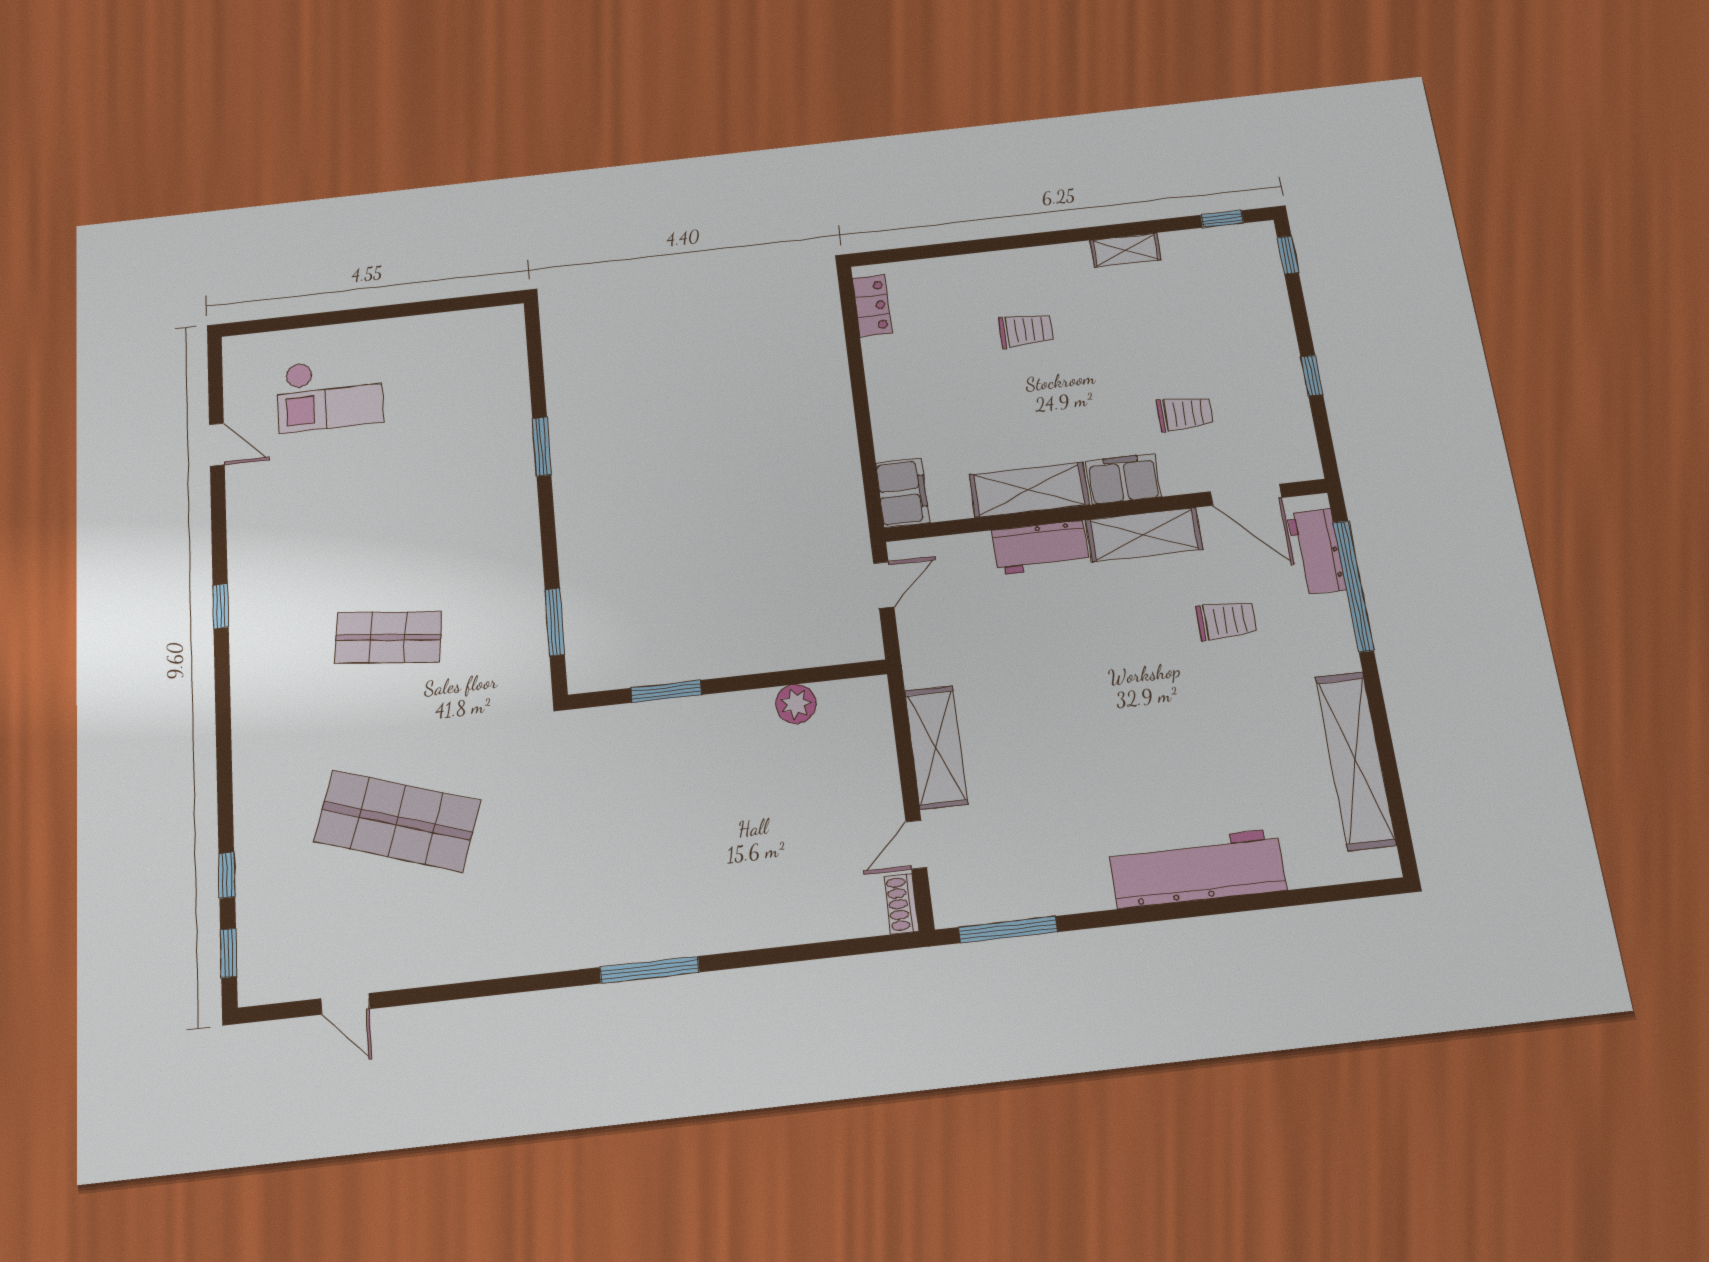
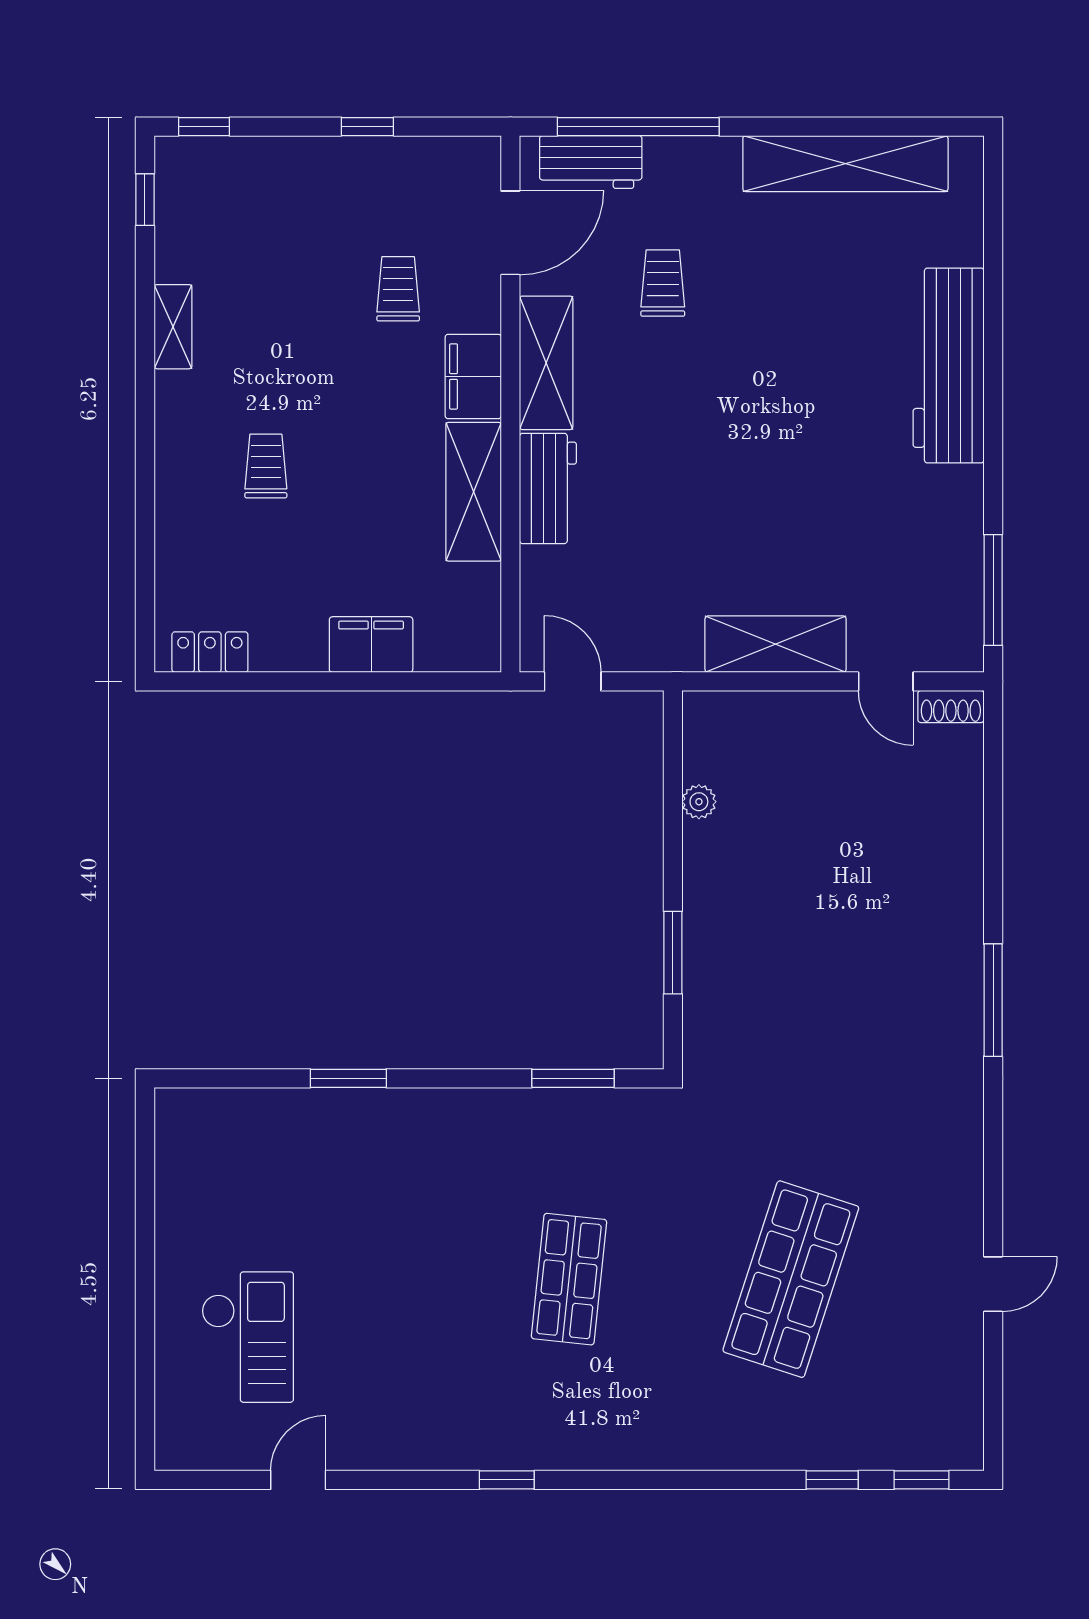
filing cabinet: (903, 493) -> (371, 645), moved
plant: (796, 704) -> (699, 802), width x0.73, depth x0.73
door: (345, 1004) -> (993, 1284), moved

